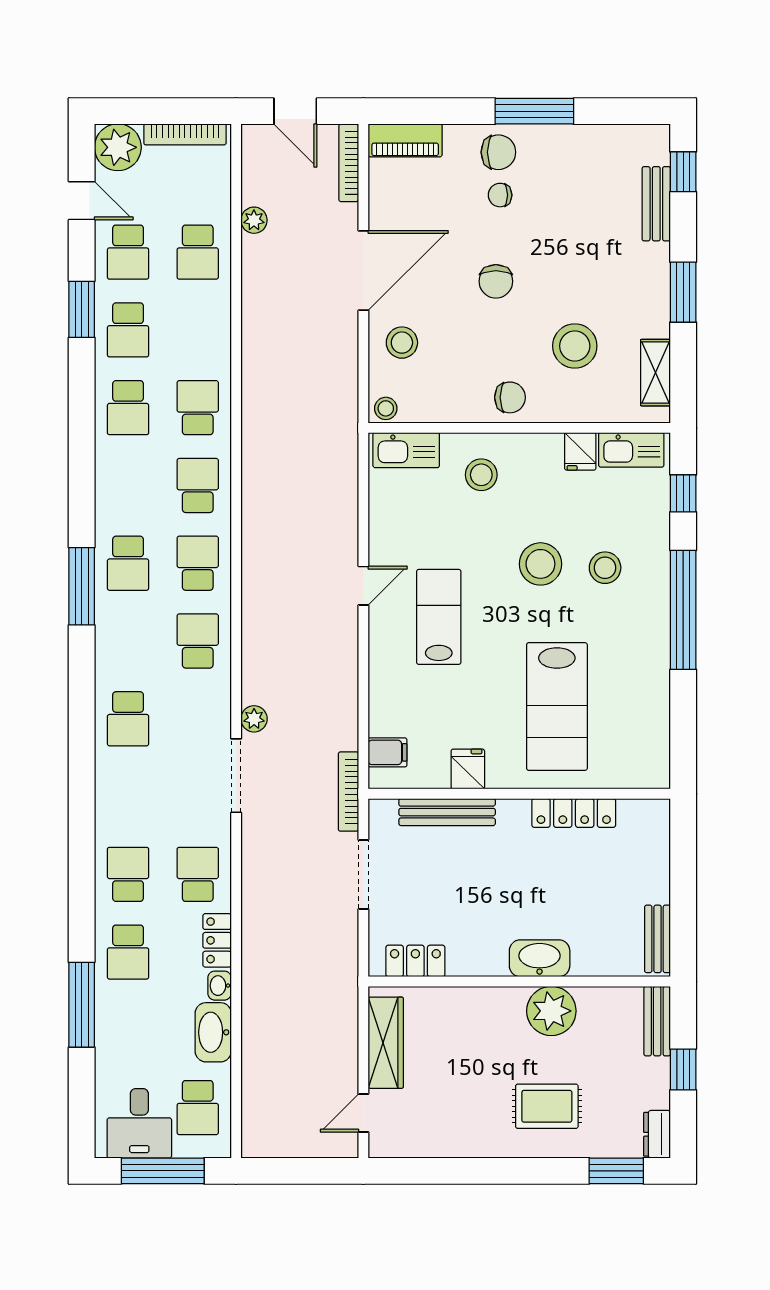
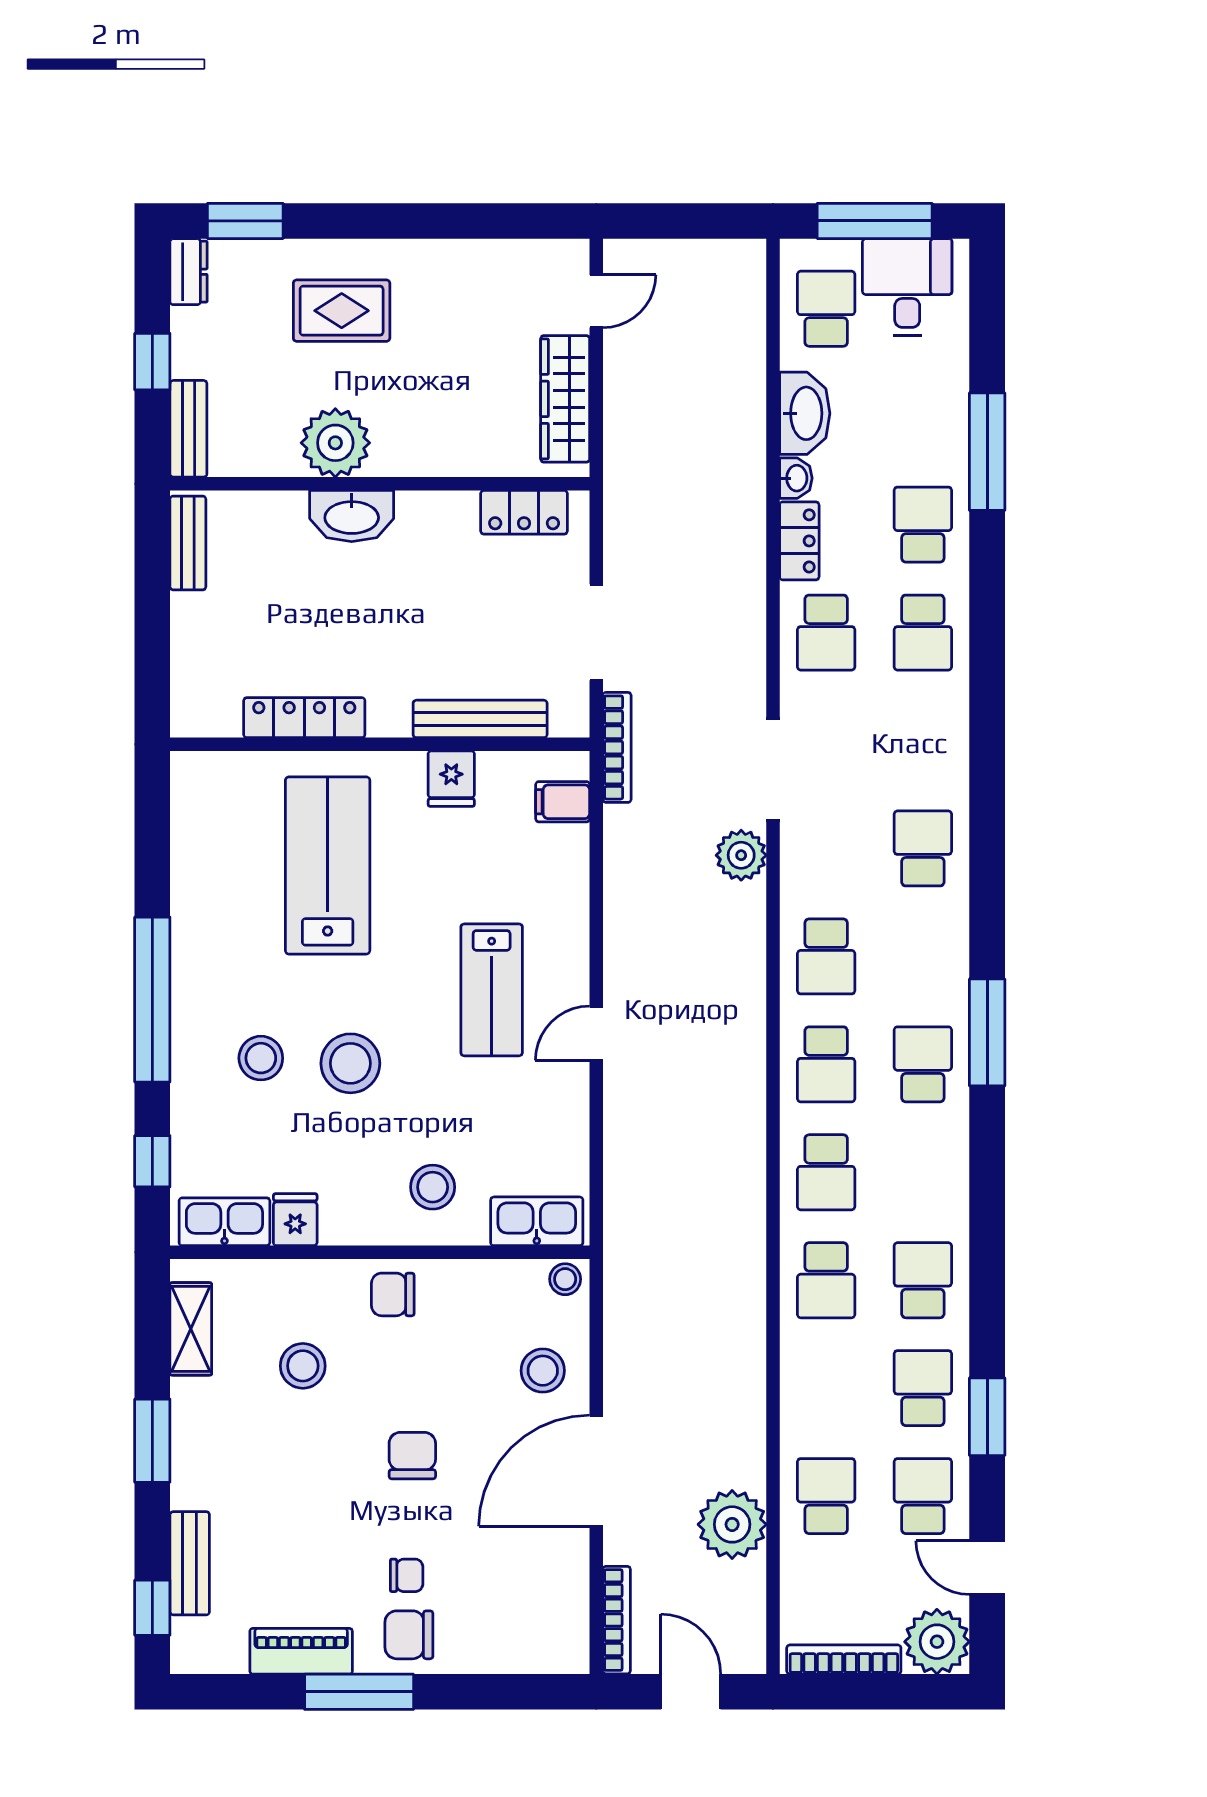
piano: (405, 140) -> (301, 1651), moved
plant: (254, 220) -> (732, 1524), width x1.88, depth x1.88
stool: (575, 346) -> (303, 1366), width x0.73, depth x0.73
plant: (254, 719) -> (741, 855), width x1.38, depth x1.38

